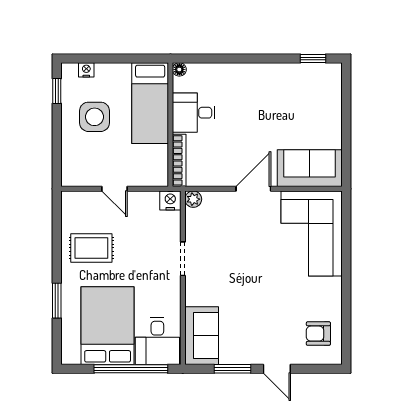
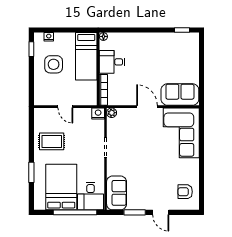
door: (253, 189) -> (147, 107), hinge flipped

